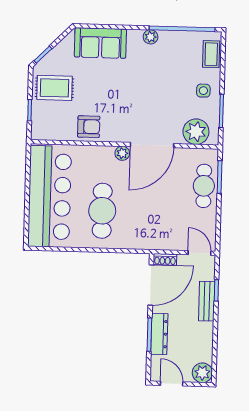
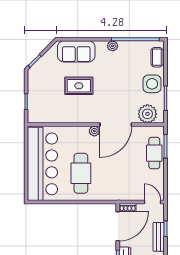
rug: (55, 88) -> (79, 86), moved
side table: (203, 91) -> (152, 84), width x1.87, depth x1.87
armchair: (89, 127) -> (69, 112), removed

